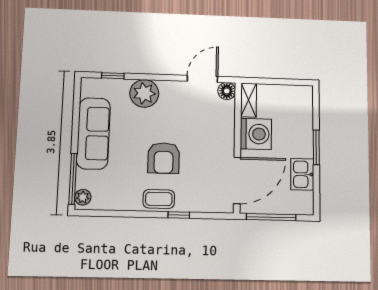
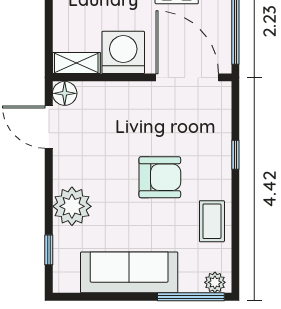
coffee table: (159, 199) -> (212, 221), moved

